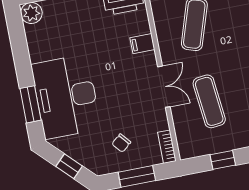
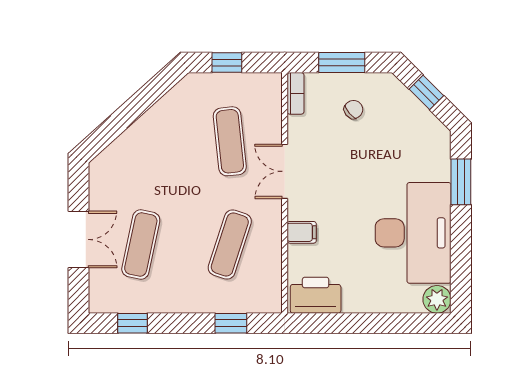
desk: (66, 97) -> (413, 233), moved

